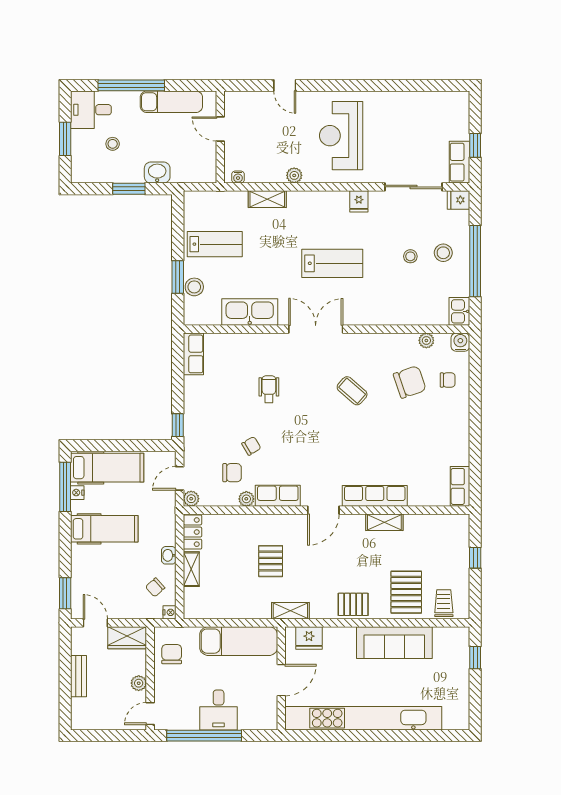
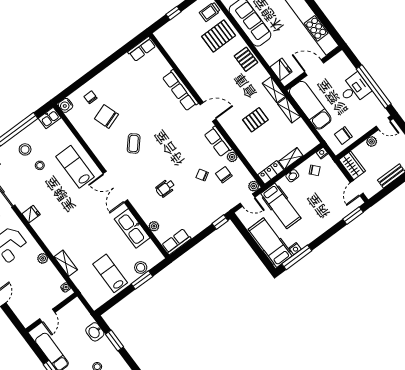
lab bench: (332, 263) -> (75, 167), moved
plant: (426, 340) -> (154, 226), moved
shelving: (384, 522) -> (289, 110), moved
hospital bed: (104, 529) -> (281, 206), moved, turned 180

